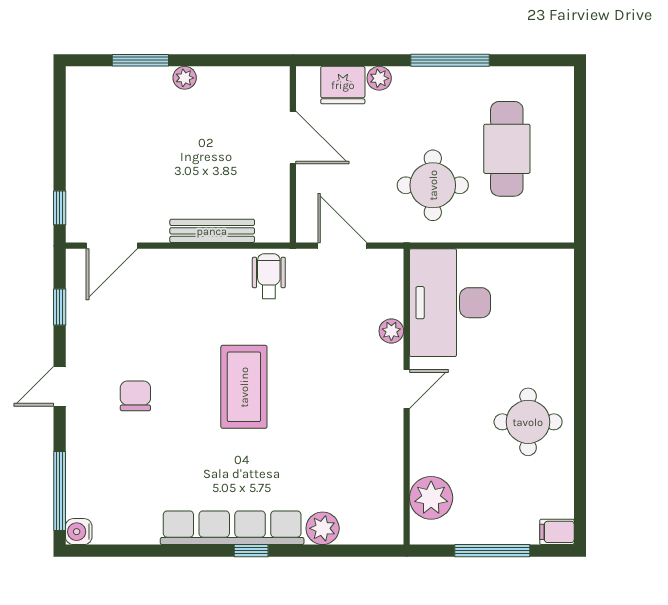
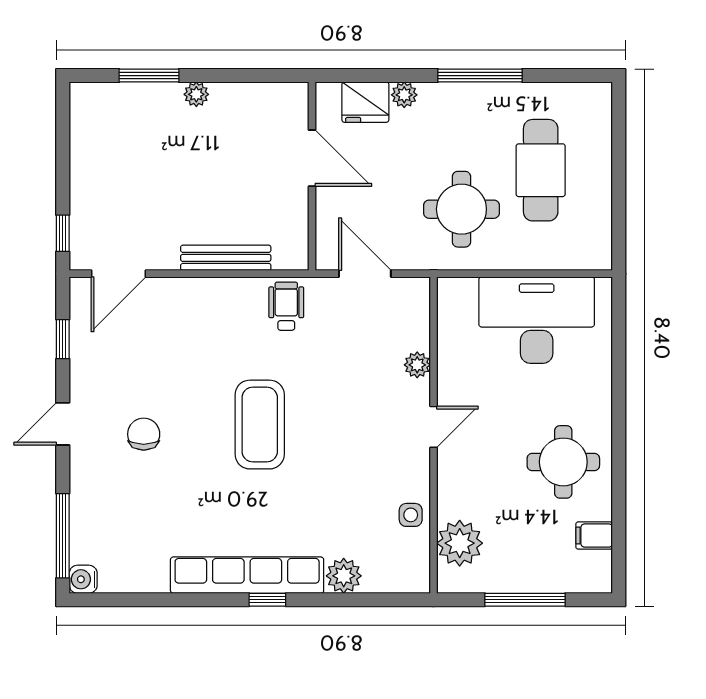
desk: (450, 303) -> (537, 320), moved, turned 90
side table: (385, 471) -> (411, 515), added
filing cabinet: (557, 532) -> (594, 536), moved

